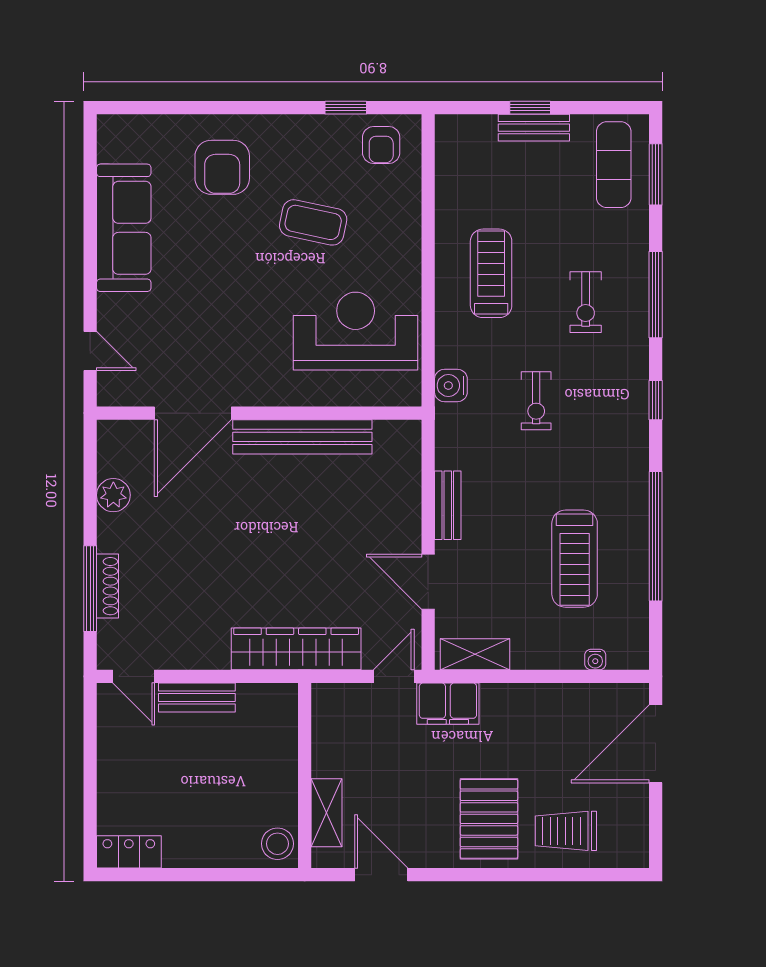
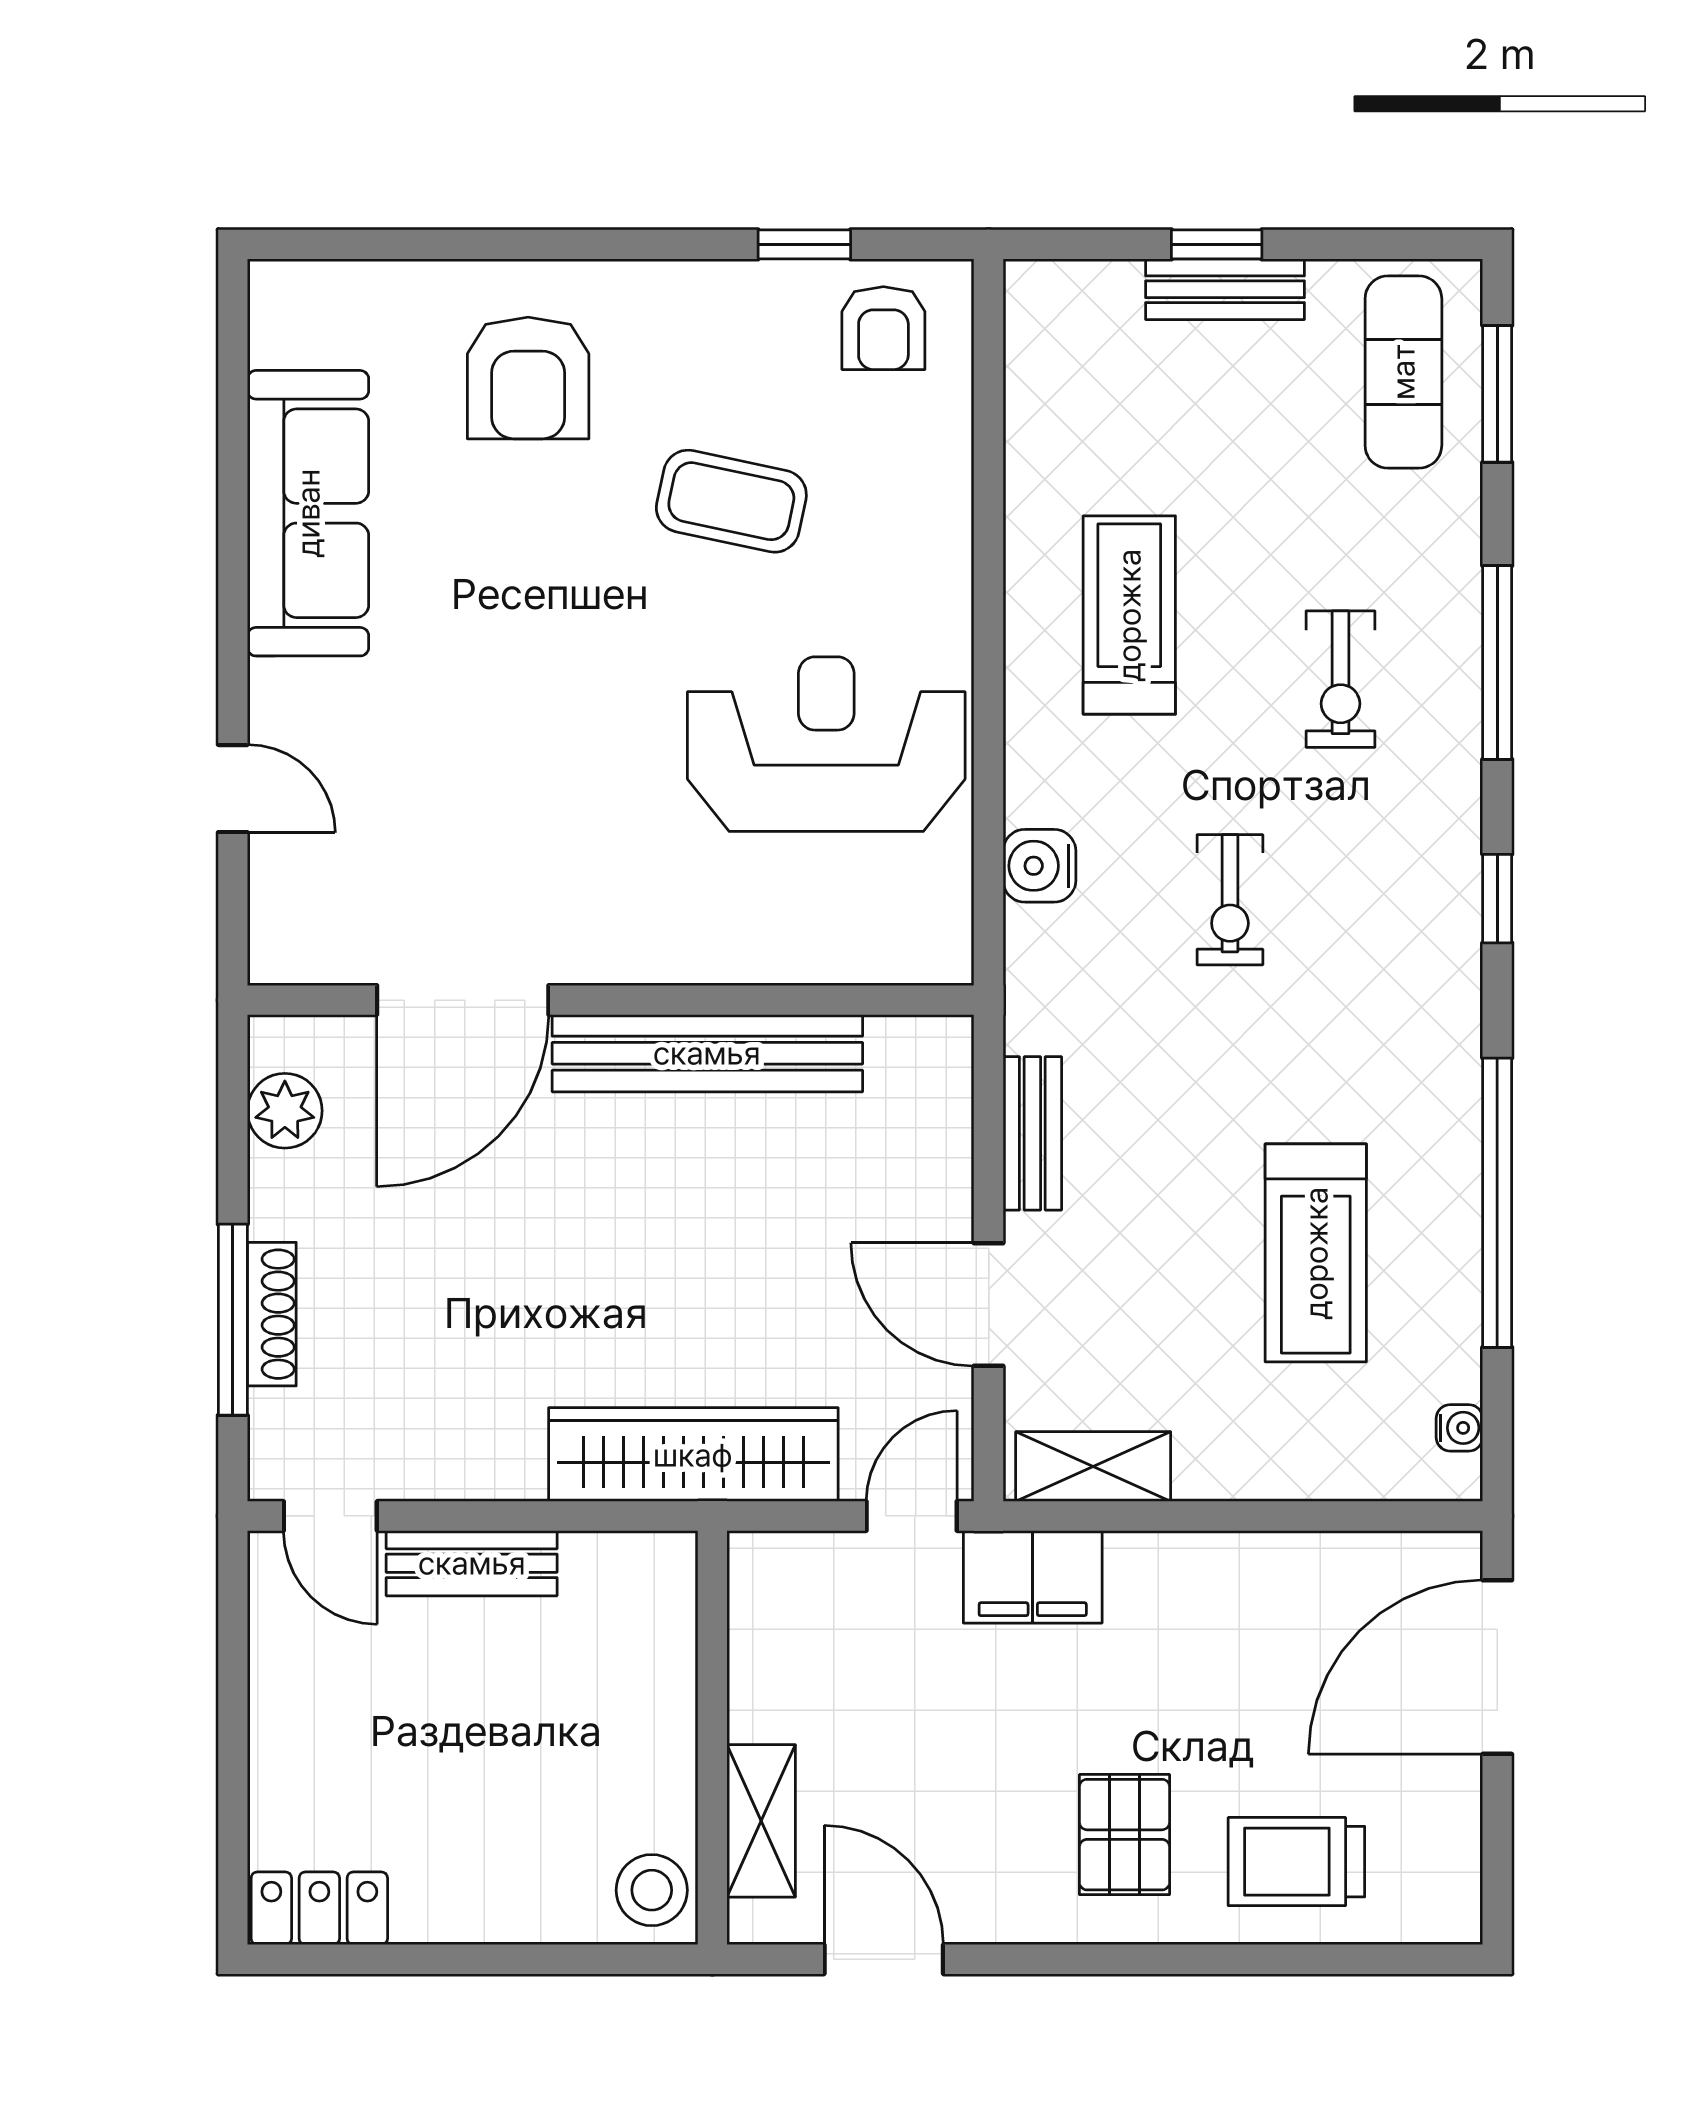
door: (193, 413) -> (463, 1000), moved
wall: (259, 413) -> (611, 1000), moved
bench: (302, 437) -> (707, 1053), moved
water cooler: (595, 659) -> (1459, 1428), moved, turned -90
pallet: (489, 819) -> (1125, 1835), width x0.67, depth x0.71

